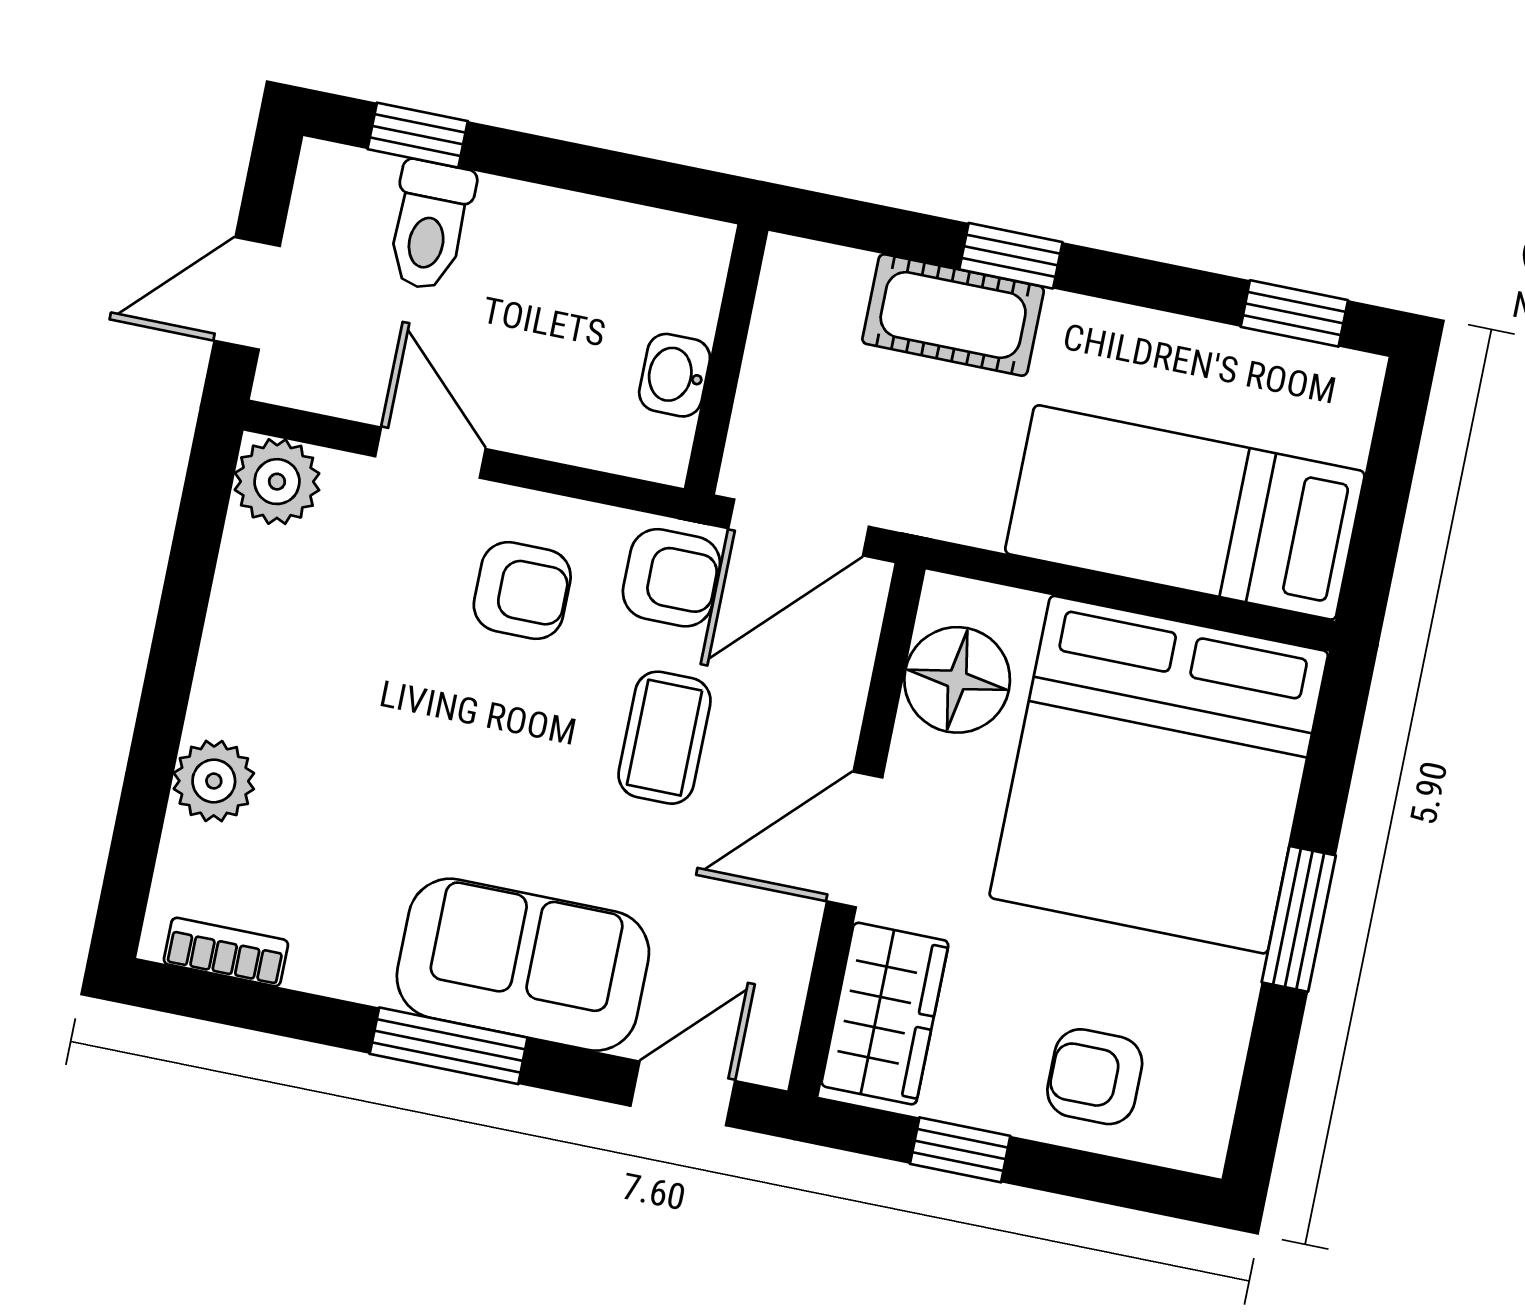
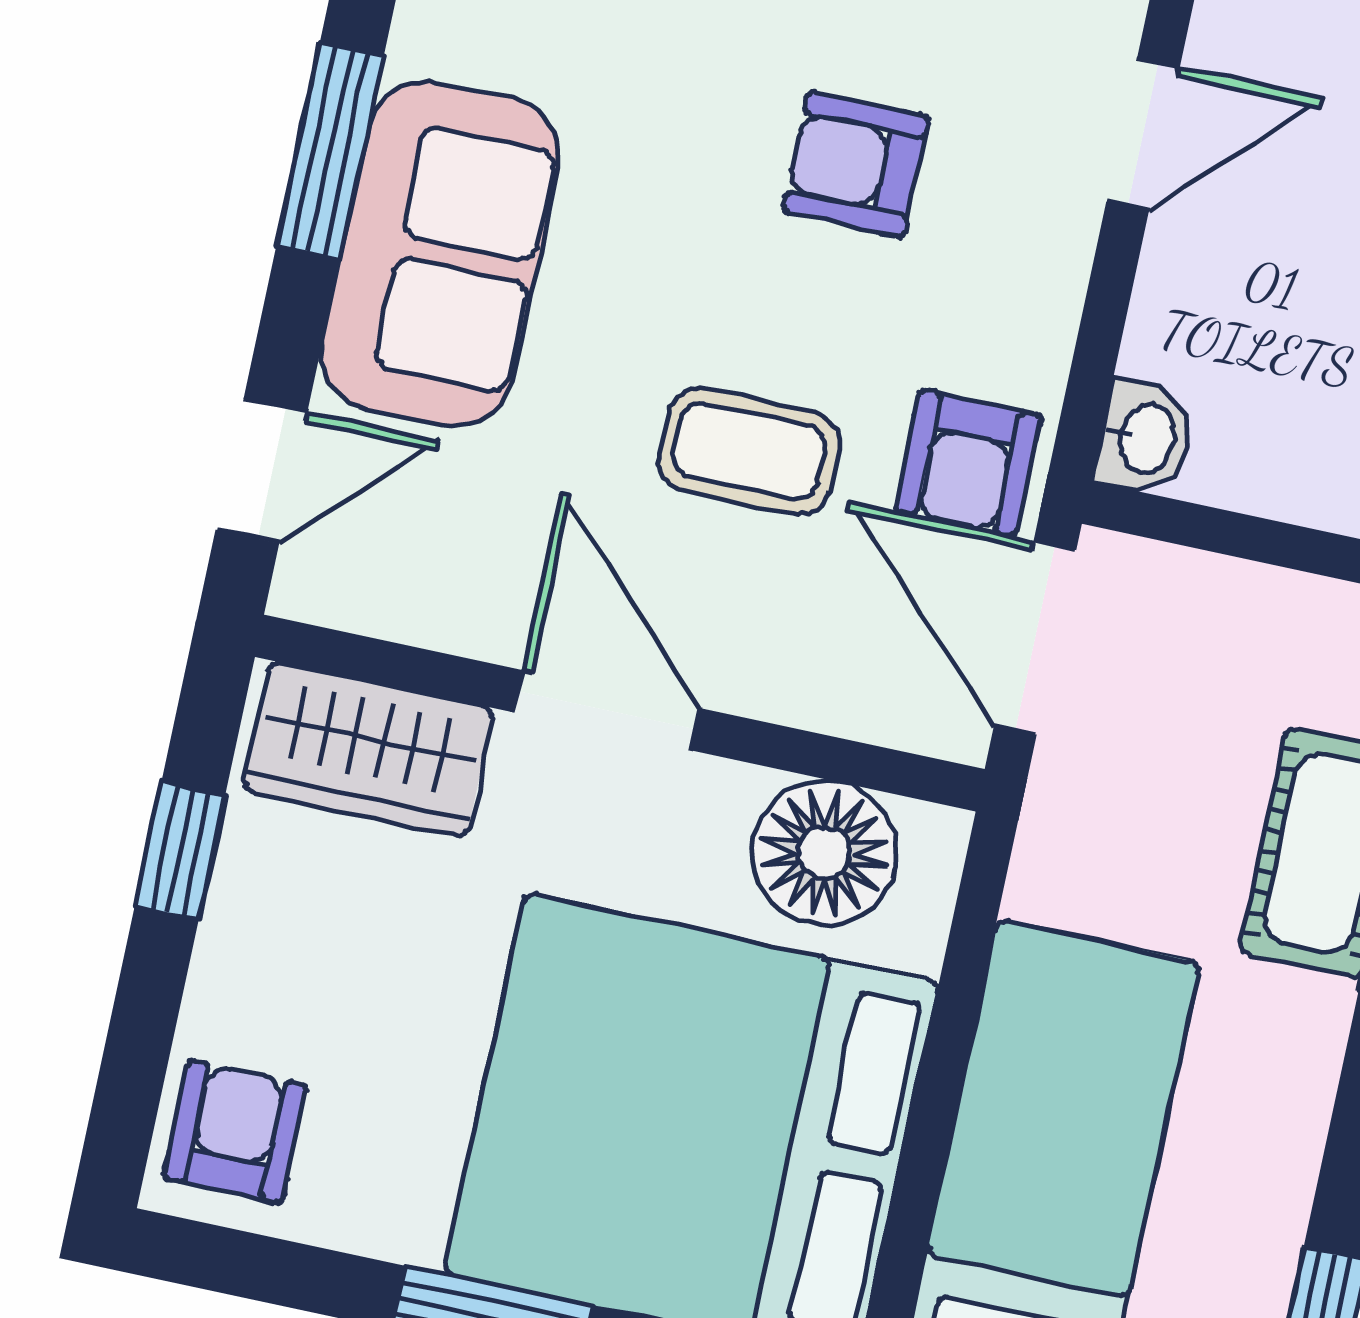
washbasin: (675, 375) -> (1144, 438), moved, turned 90
armchair: (522, 590) -> (856, 164), moved, turned 90
armchair: (1095, 1077) -> (235, 1132), moved
door: (683, 1093) -> (261, 471), hinge flipped

